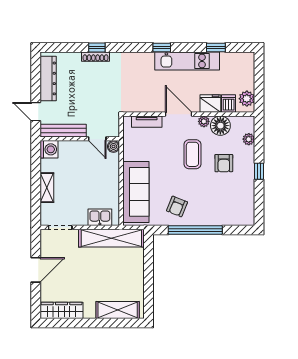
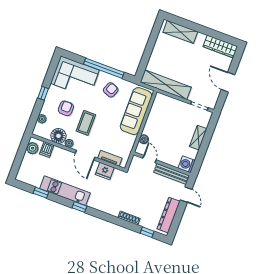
window: (97, 47) -> (147, 232), moved
fridge: (210, 104) -> (105, 171), moved
boiler: (113, 146) -> (144, 139), moved
corner sofa: (227, 206) -> (75, 77), added
kitchen sink: (100, 217) -> (168, 103), removed
door: (36, 270) -> (228, 82), hinge flipped

